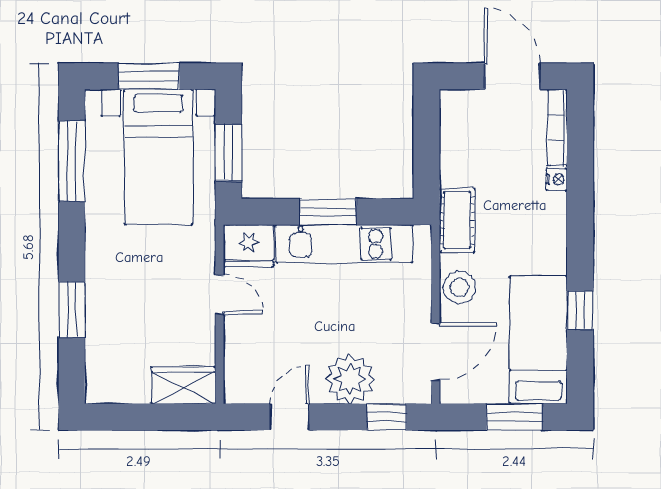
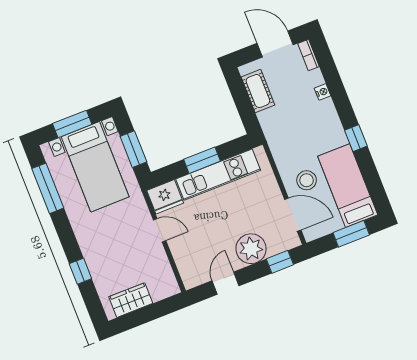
bookcase: (557, 127) -> (308, 55), width x0.64
cot: (457, 220) -> (258, 91), moved
stool: (460, 287) -> (307, 180), moved
window: (72, 310) -> (80, 271), width x0.67
window: (580, 310) -> (356, 138), moved
door: (436, 352) -> (293, 215), hinge flipped
wardrobe: (183, 385) -> (131, 300), moved

